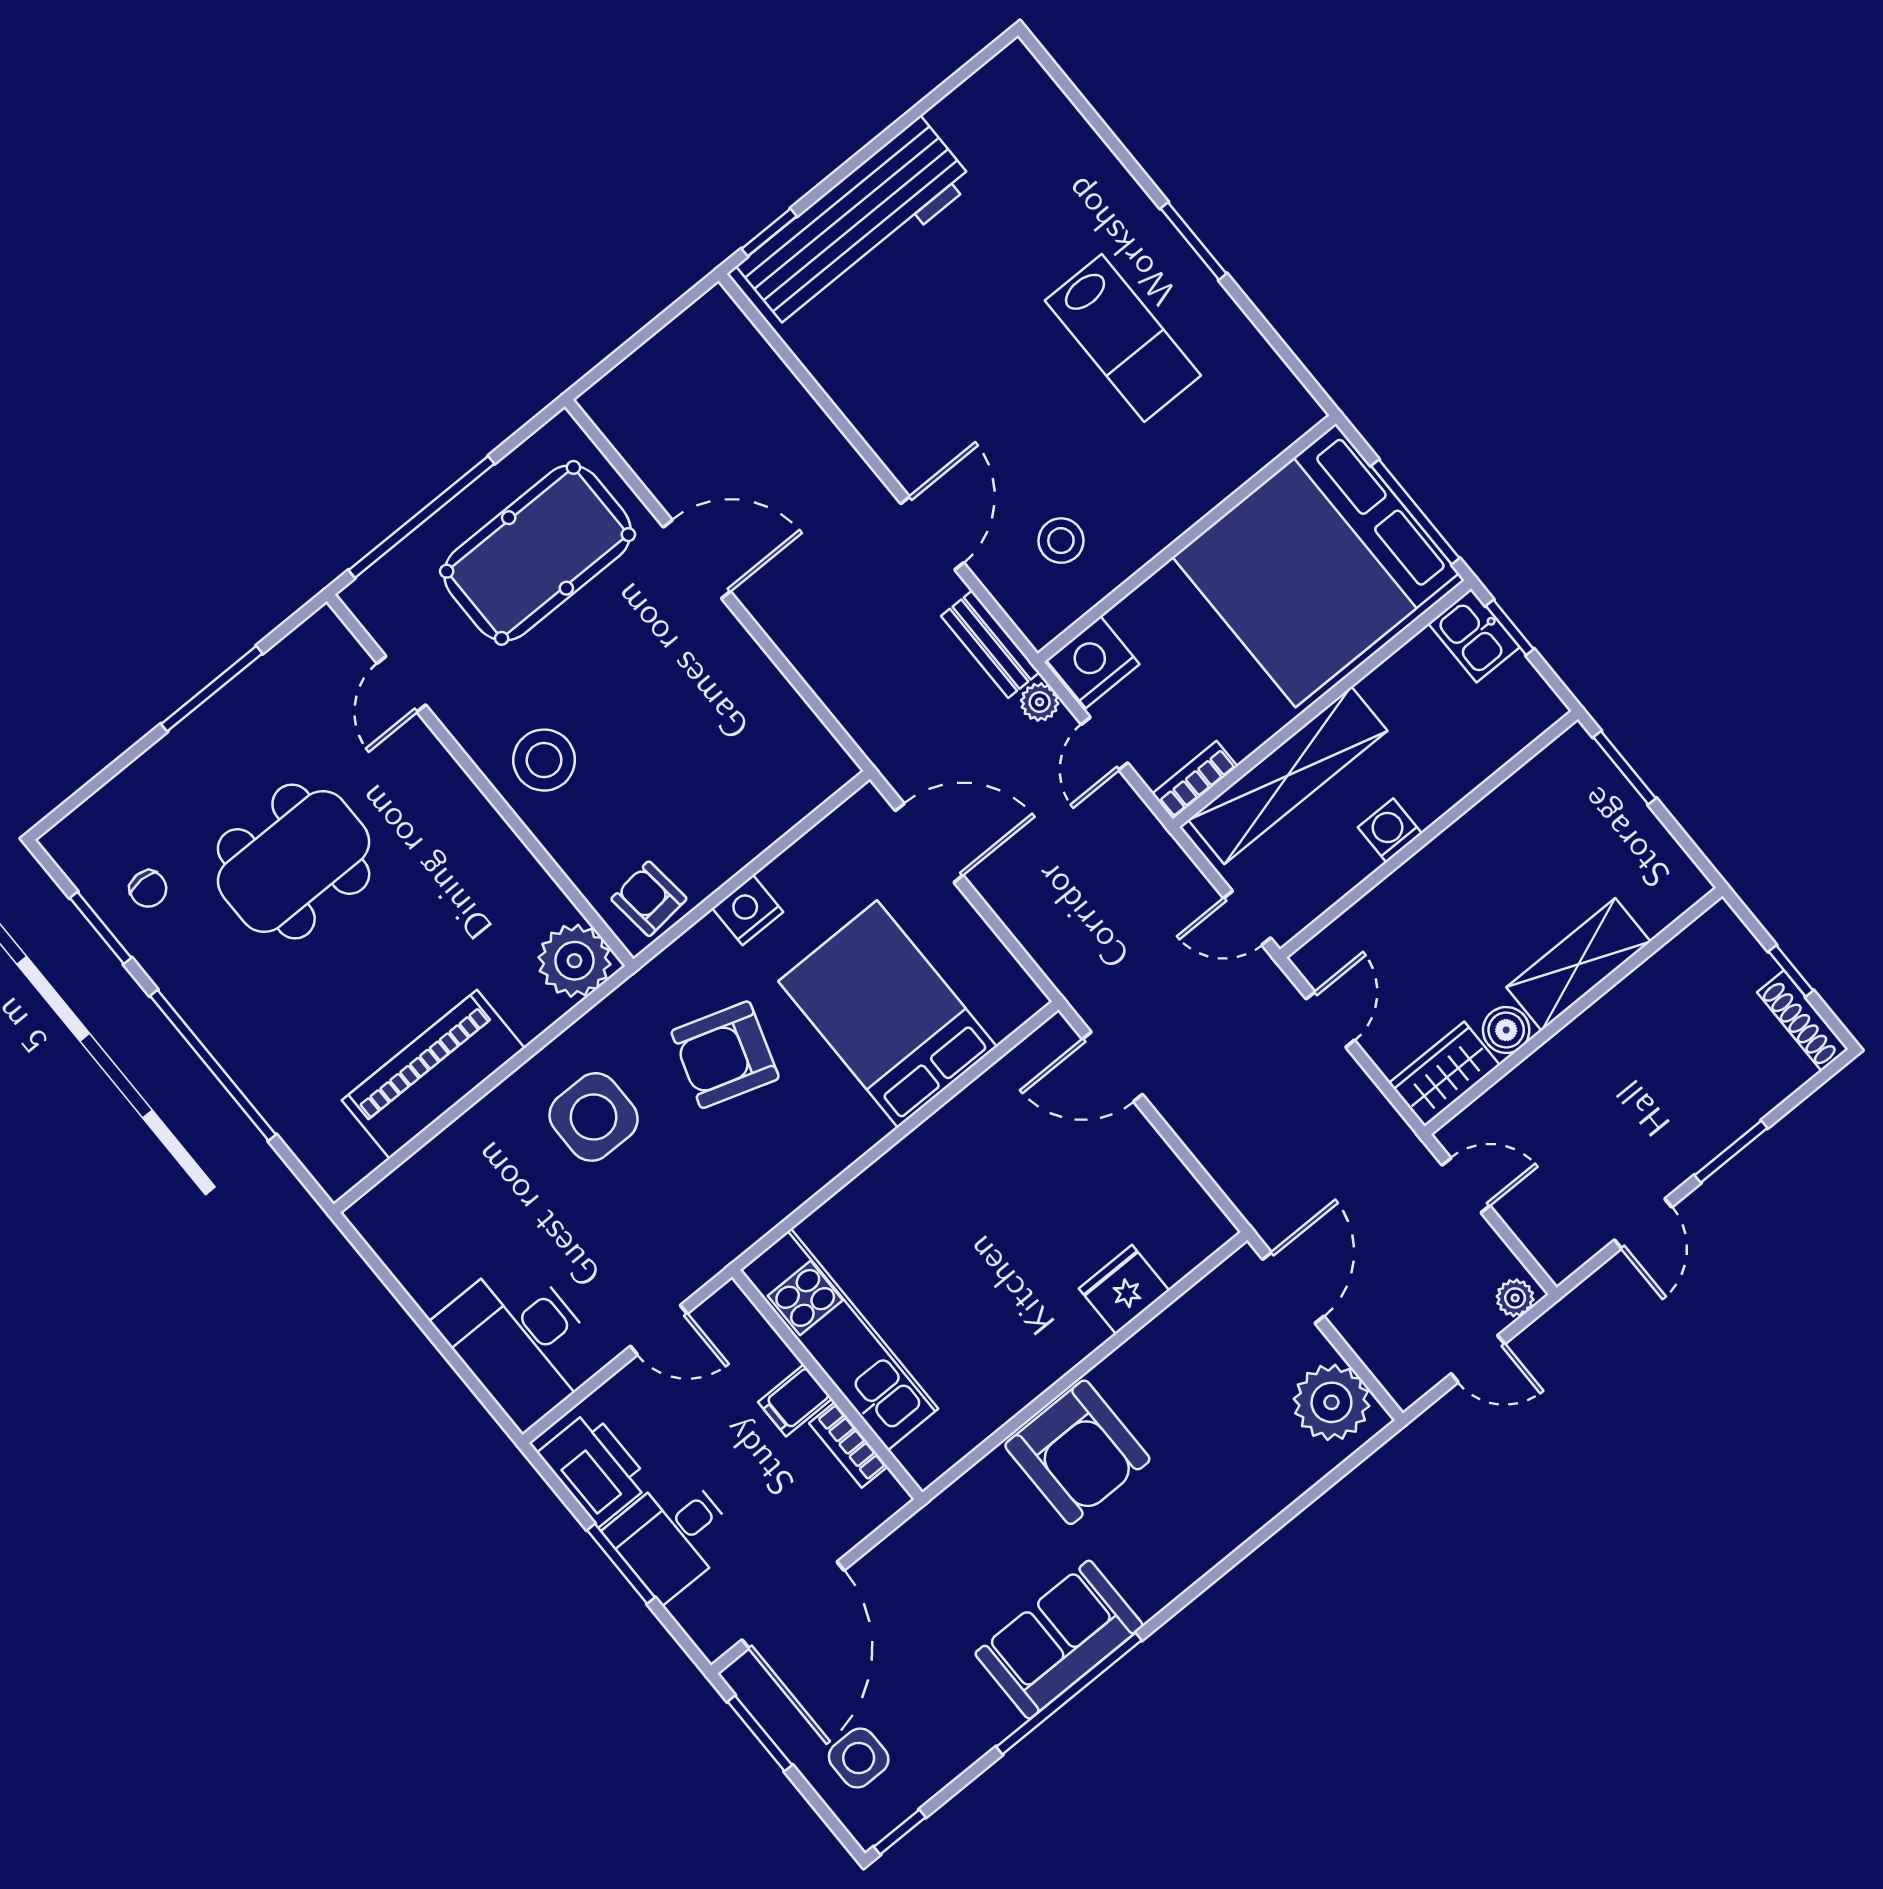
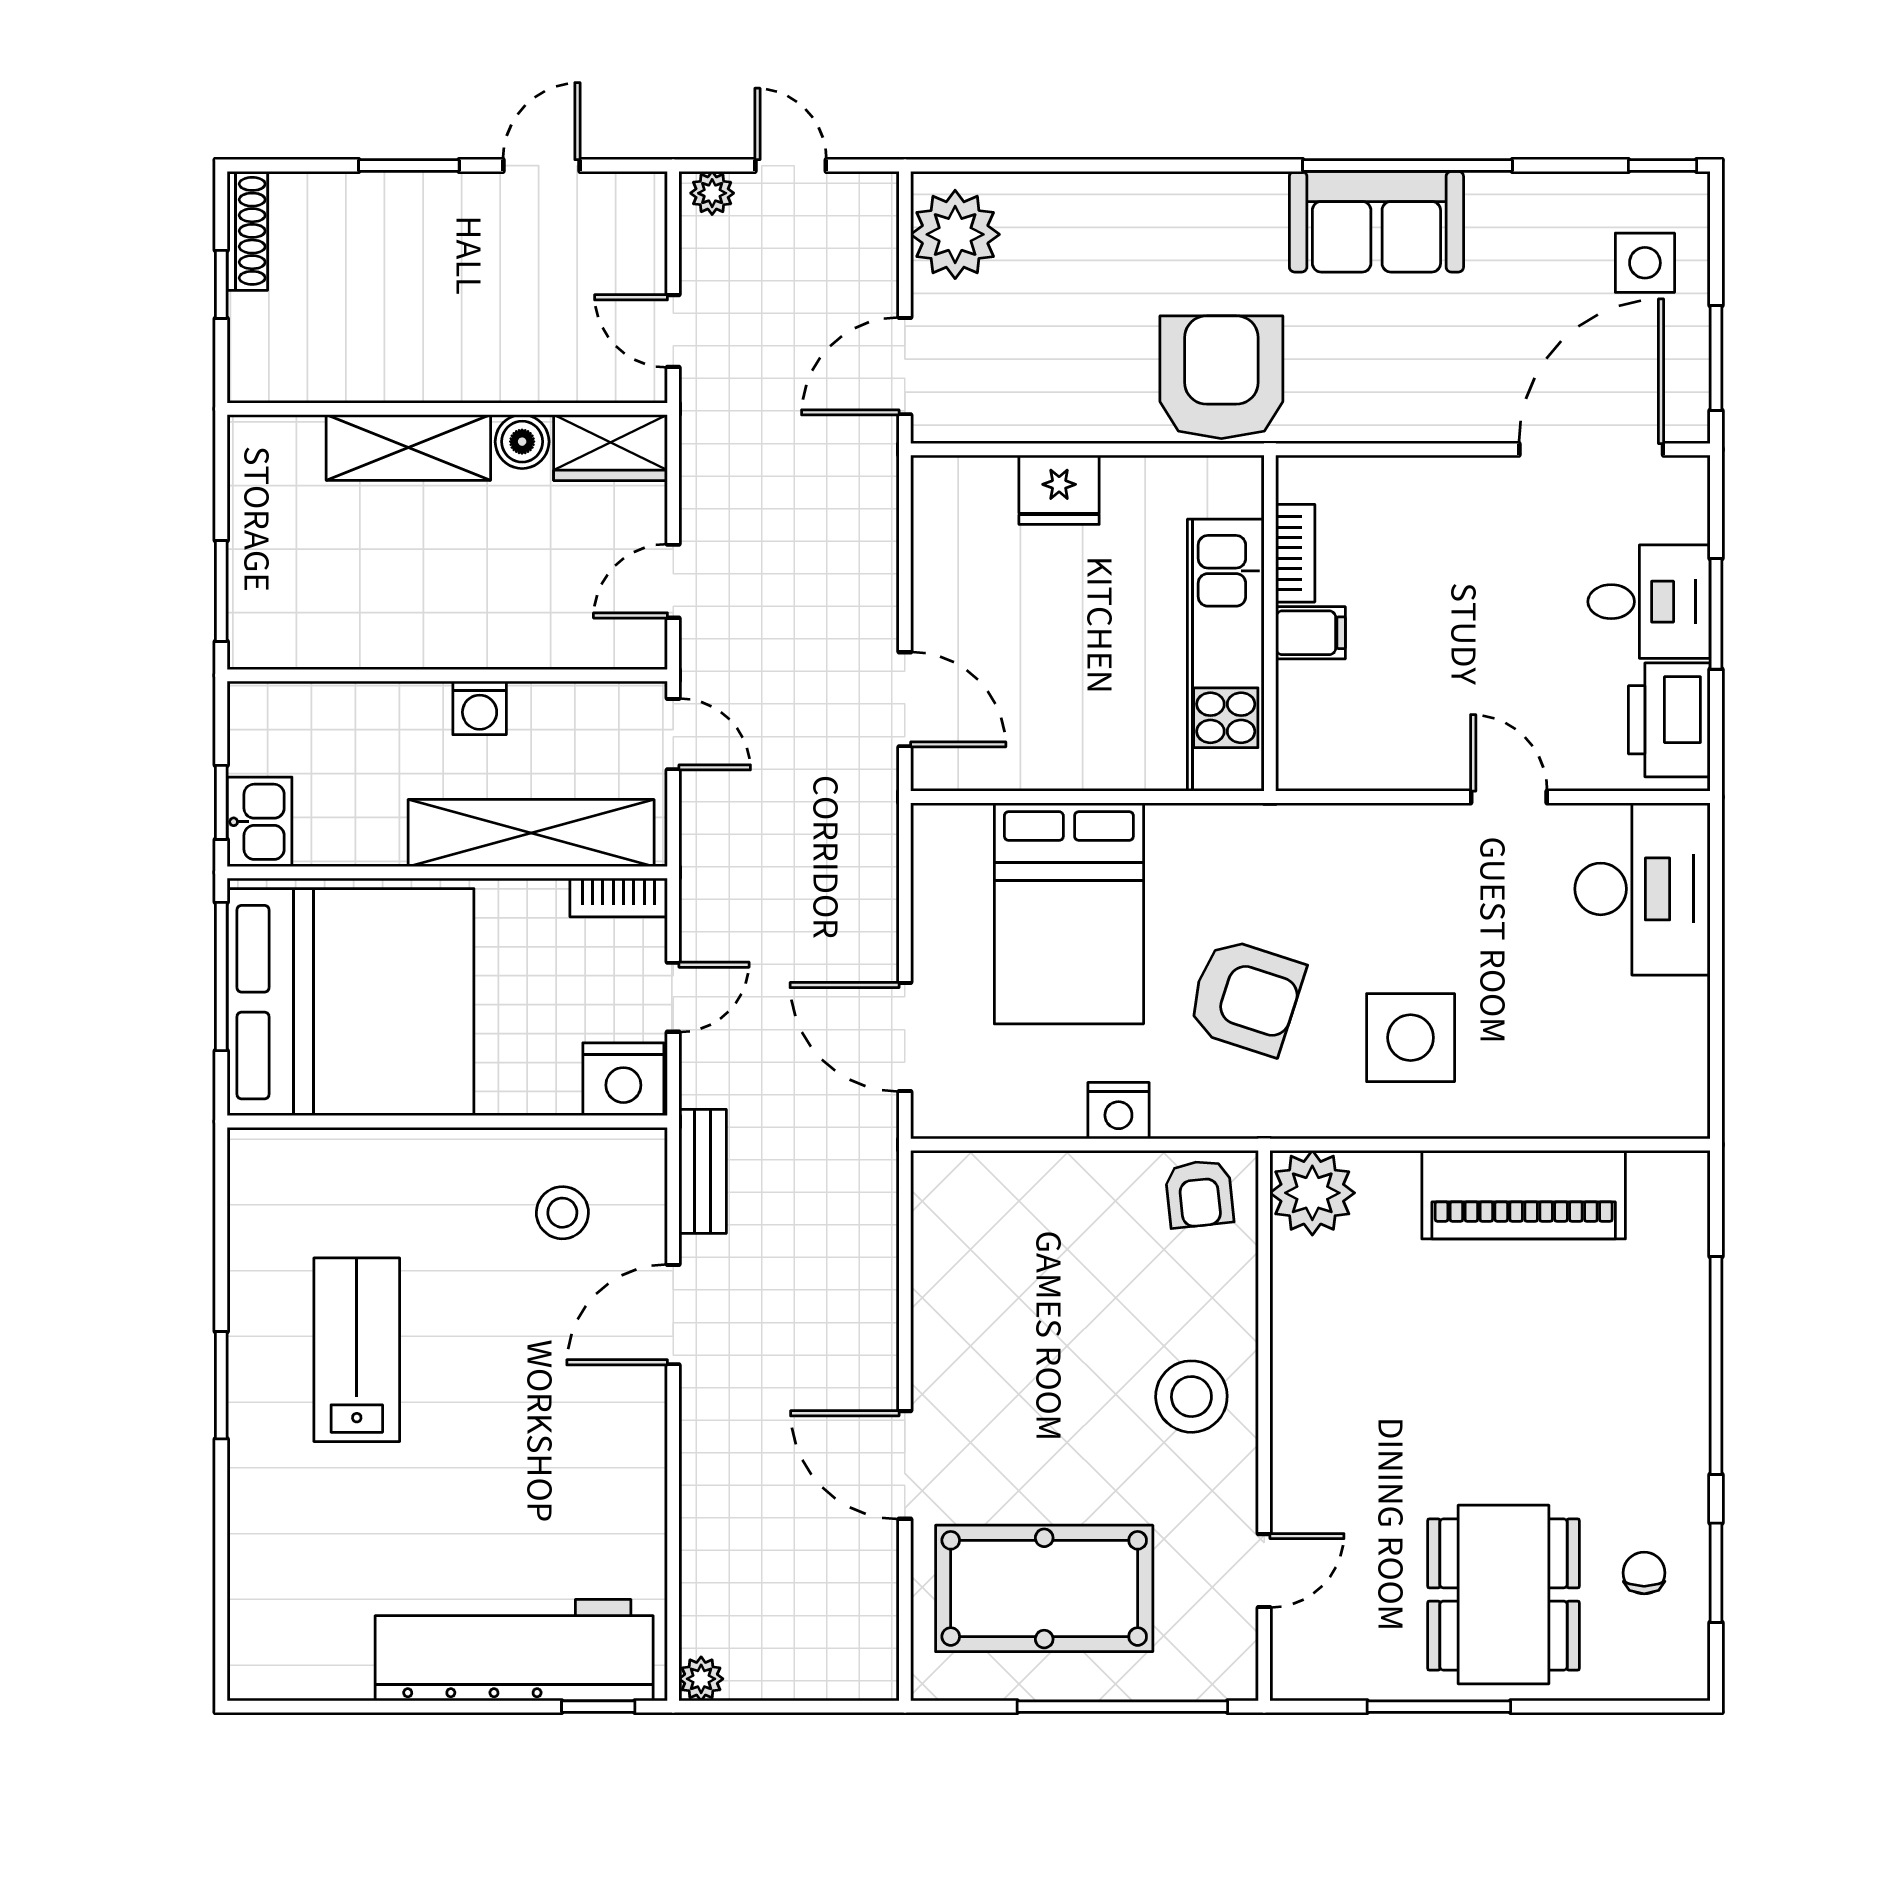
plant: (1040, 702) -> (701, 1679), moved
dining table: (294, 861) -> (1504, 1594), moved, turned 90
kitchen unit: (839, 1339) -> (1226, 655), moved
wall: (827, 1385) -> (1270, 623), moved
filing cabinet: (795, 1400) -> (1311, 633), moved
bookcase: (848, 1445) -> (1295, 553), moved

